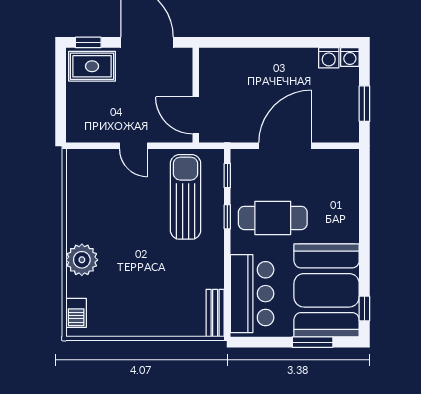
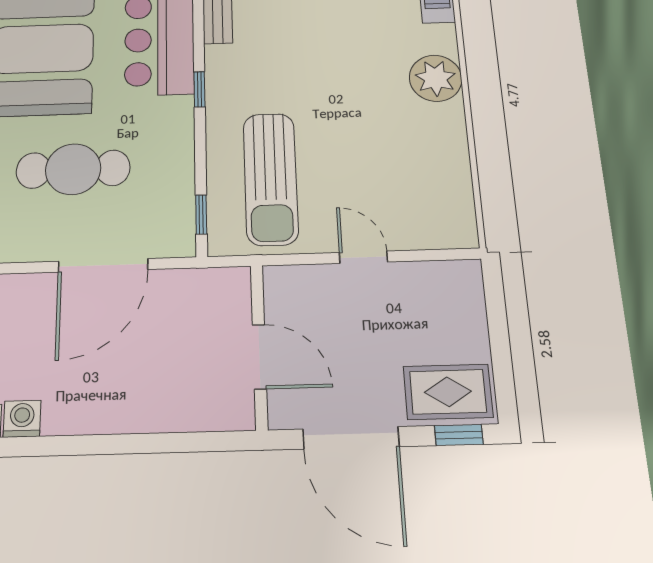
door: (196, 115) -> (259, 357), moved
window: (227, 217) -> (199, 89), moved
cafe table: (273, 218) -> (73, 169), moved

